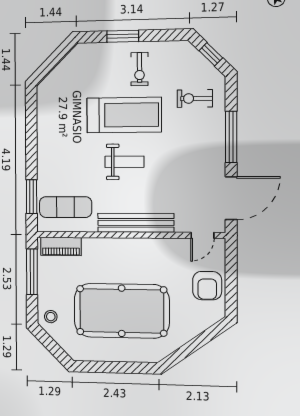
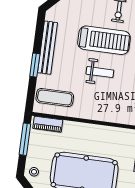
window: (32, 197) -> (35, 65), moved
bench: (136, 223) -> (47, 48), moved, turned 90

